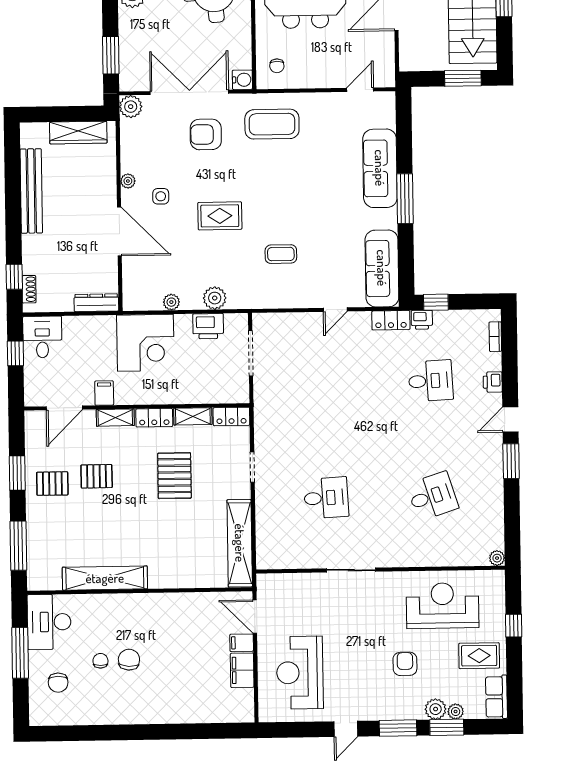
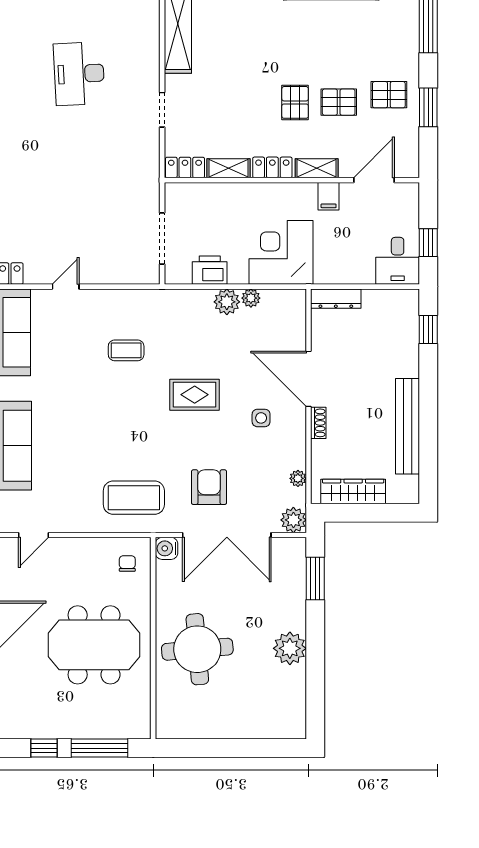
armchair: (206, 134) -> (209, 487), turned -90
plant: (128, 181) -> (298, 478), moved
shoe rack: (29, 289) -> (318, 423), moved, turned 180
plant: (215, 298) -> (227, 302), moved
pallet: (174, 476) -> (295, 102), moved, width x0.67, depth x0.71
desk: (326, 498) -> (79, 74), width x1.37

